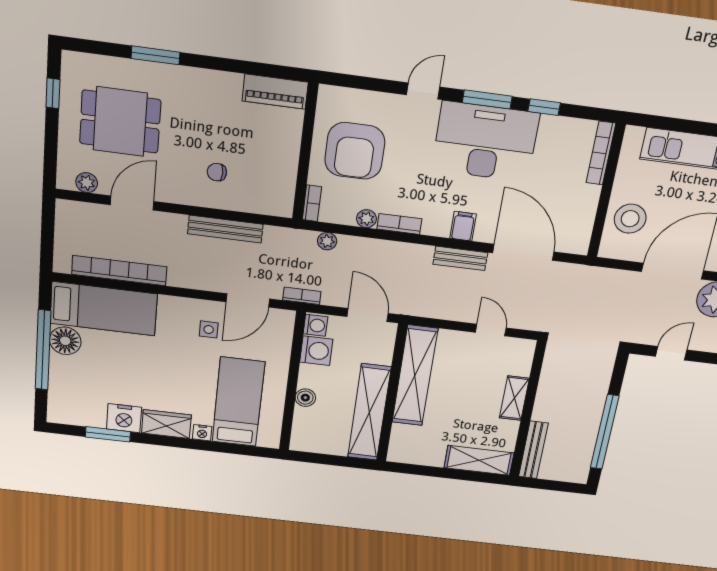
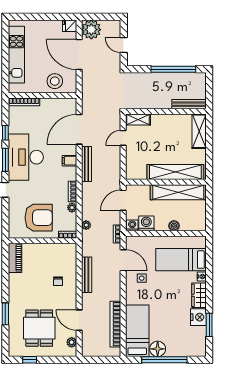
bench: (460, 258) -> (87, 164), width x1.36
shelving: (415, 376) -> (175, 172), moved
shelving: (514, 398) -> (138, 119), moved

